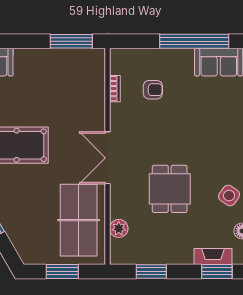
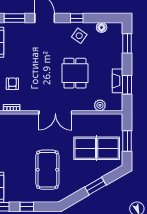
dining table: (170, 189) -> (75, 73), turned 90
table tennis table: (79, 220) -> (97, 148), moved
fireplace: (213, 256) -> (118, 81), moved

